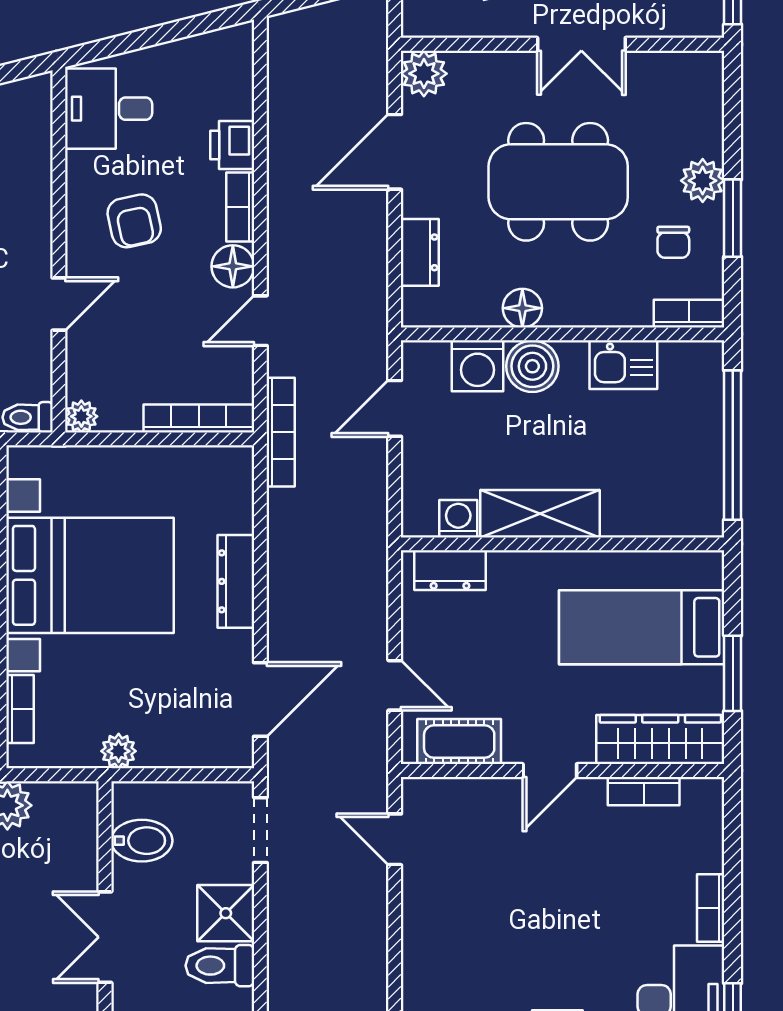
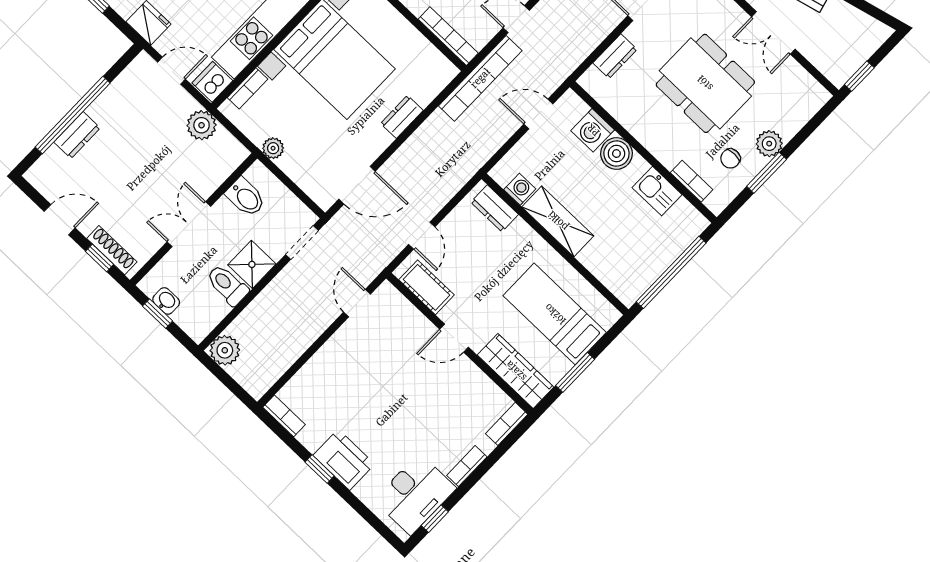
floor lamp: (522, 308) -> (637, 124), removed
bookcase: (689, 314) -> (692, 181), moved
bookcase: (281, 432) -> (480, 78), width x1.48, depth x1.31
dresser: (236, 581) -> (402, 117), width x0.70
bookcase: (644, 791) -> (507, 424), moved, turned 90

